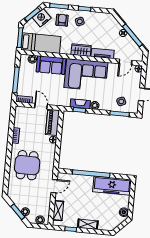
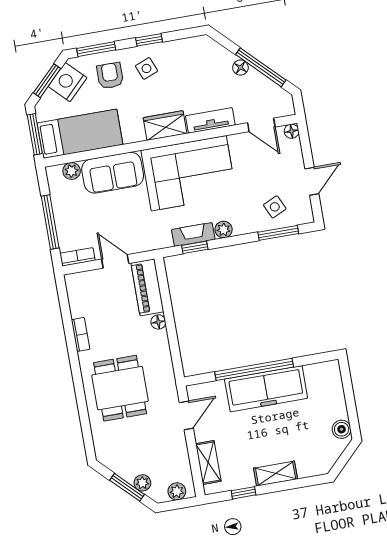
door: (125, 62) -> (261, 125), hinge flipped
freezer: (112, 186) -> (266, 389), moved

